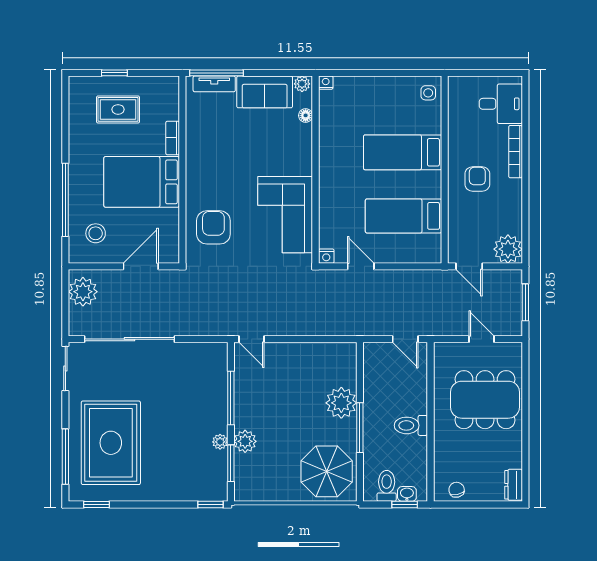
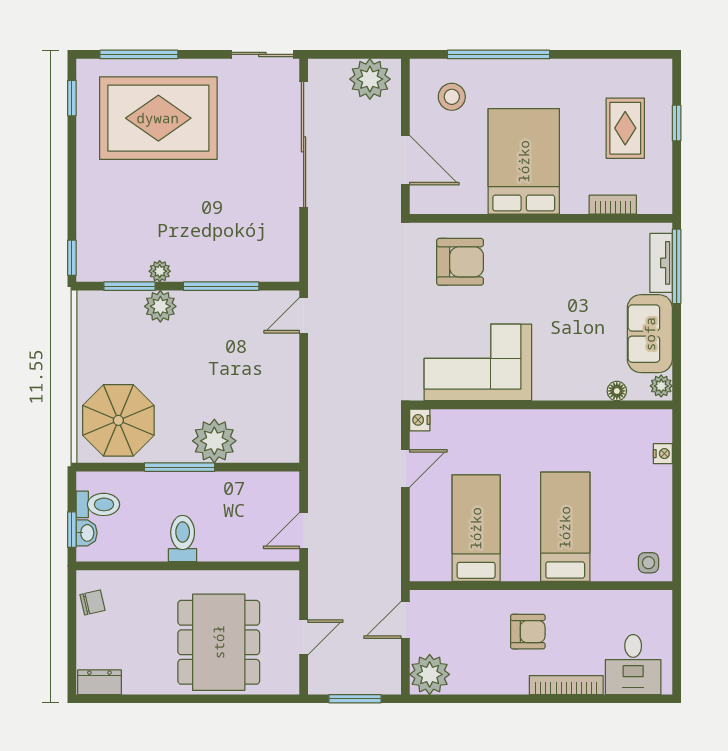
nightstand: (326, 83) -> (663, 454), moved
bookcase: (173, 138) -> (613, 205), moved

